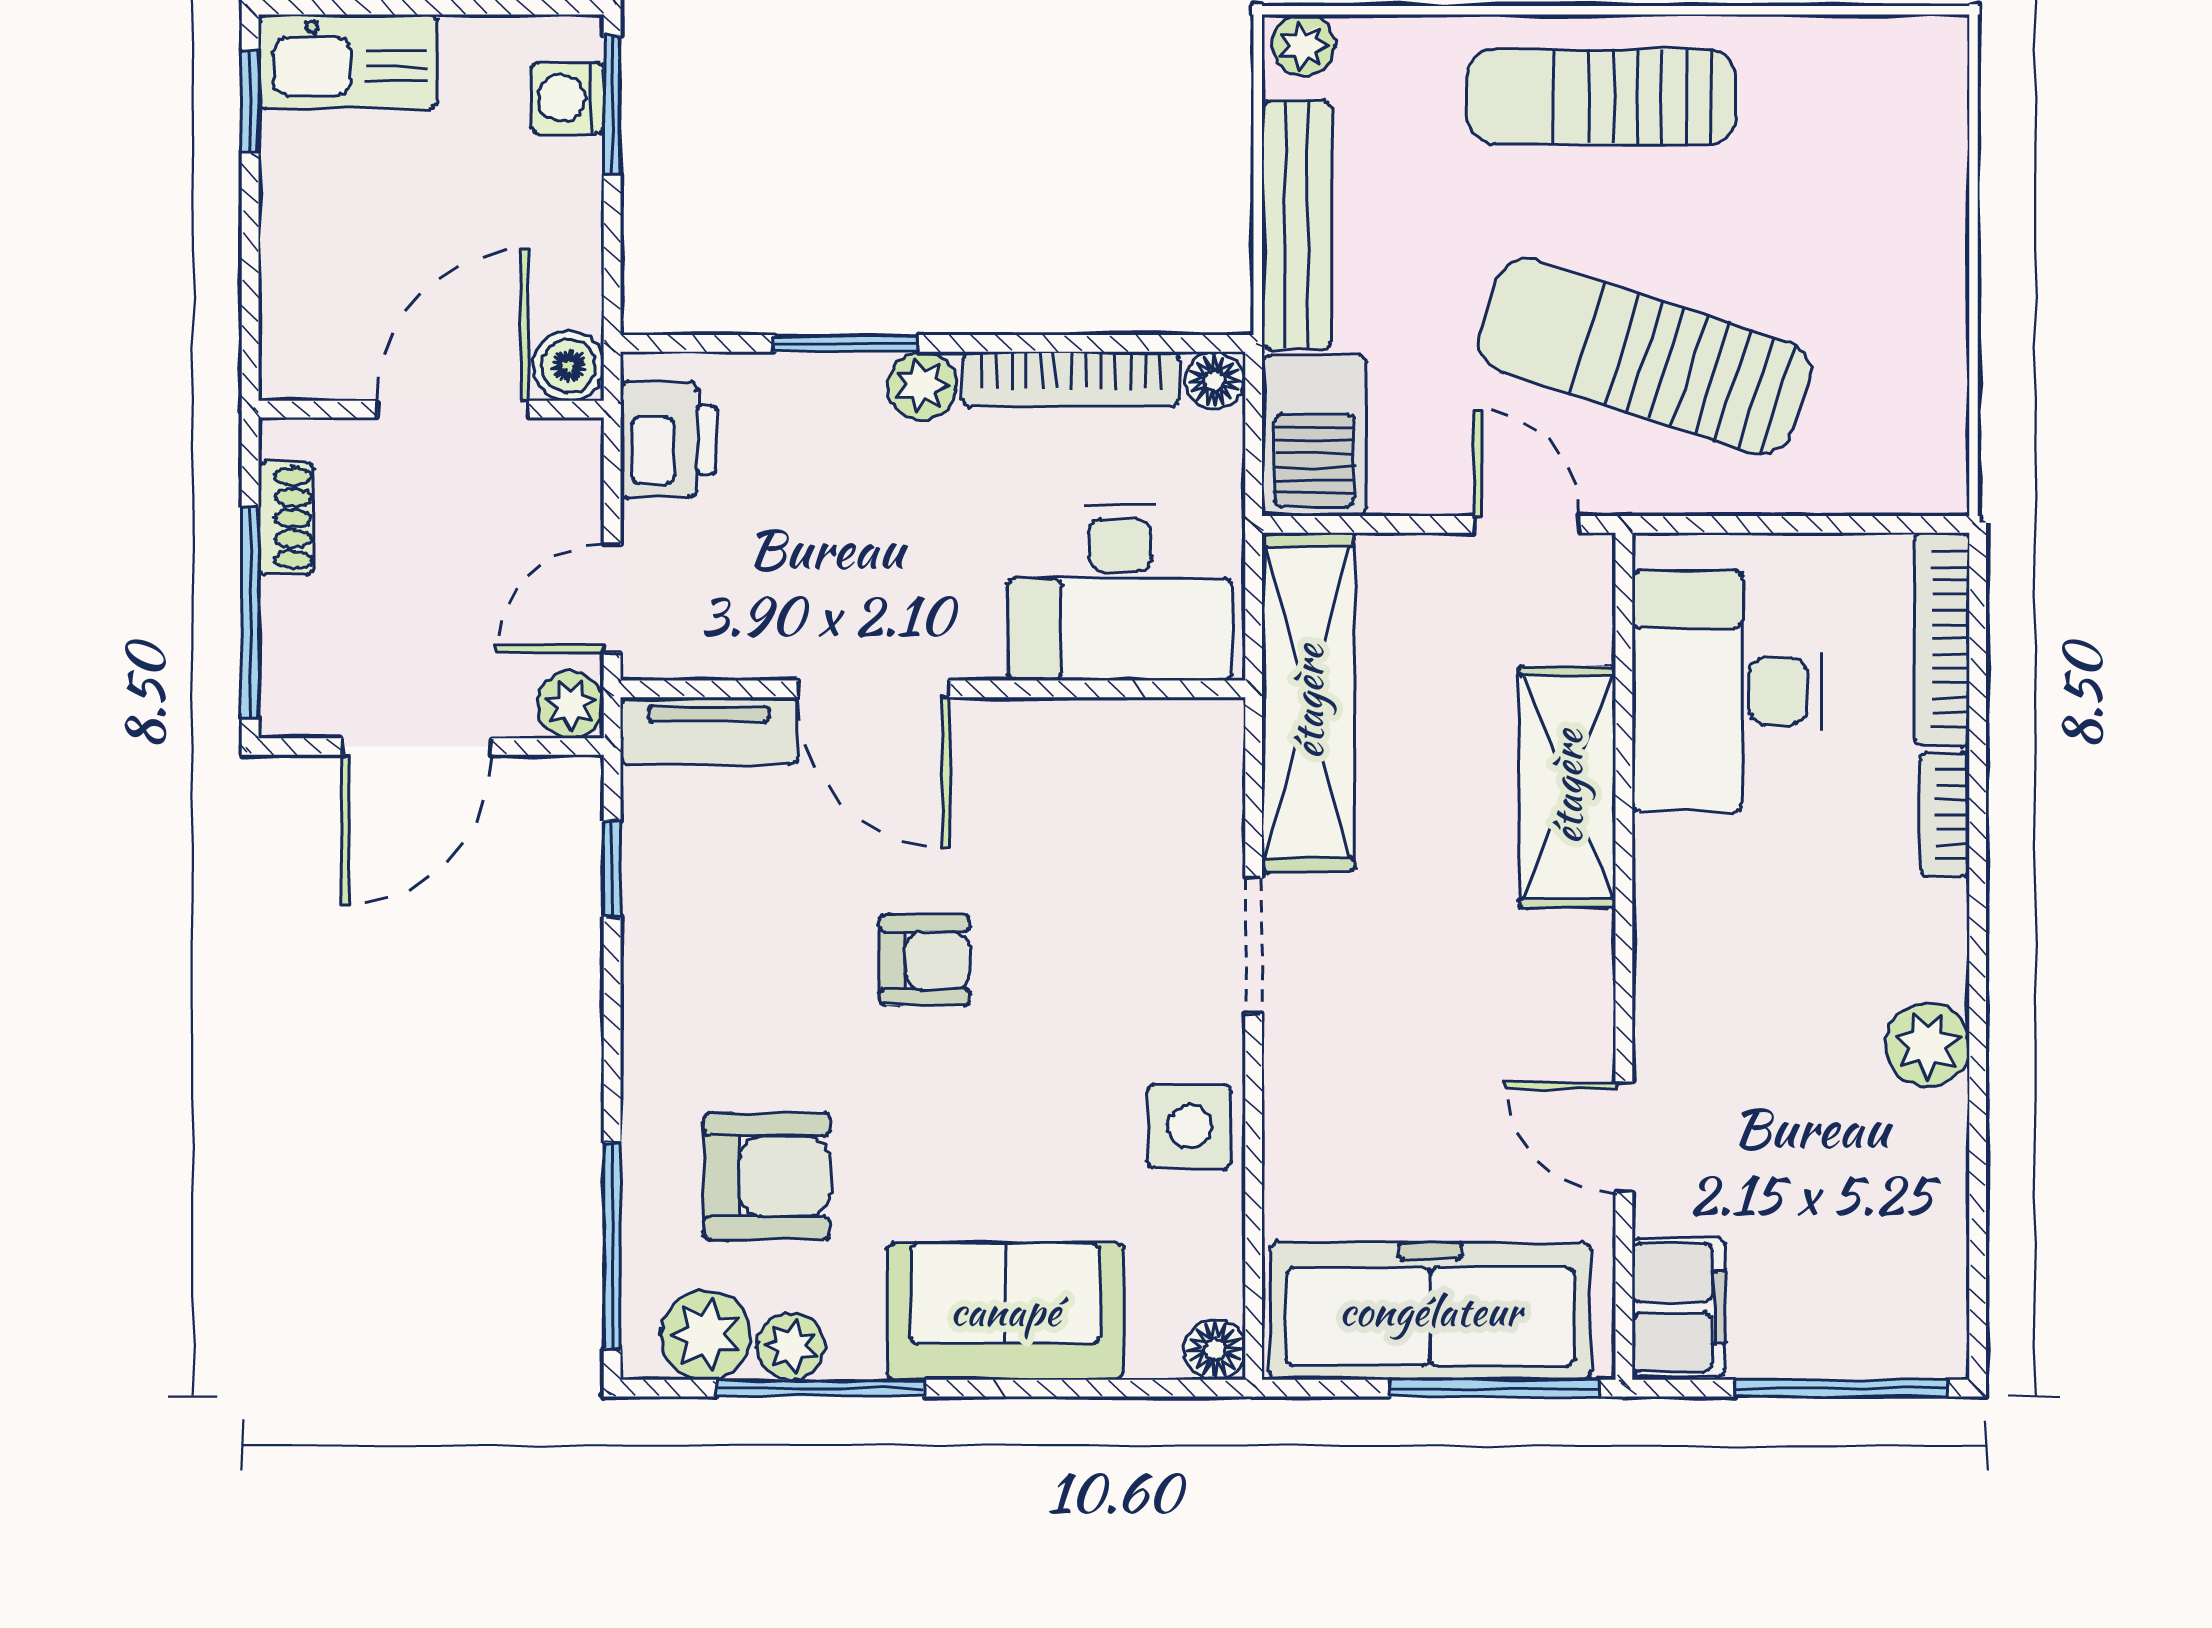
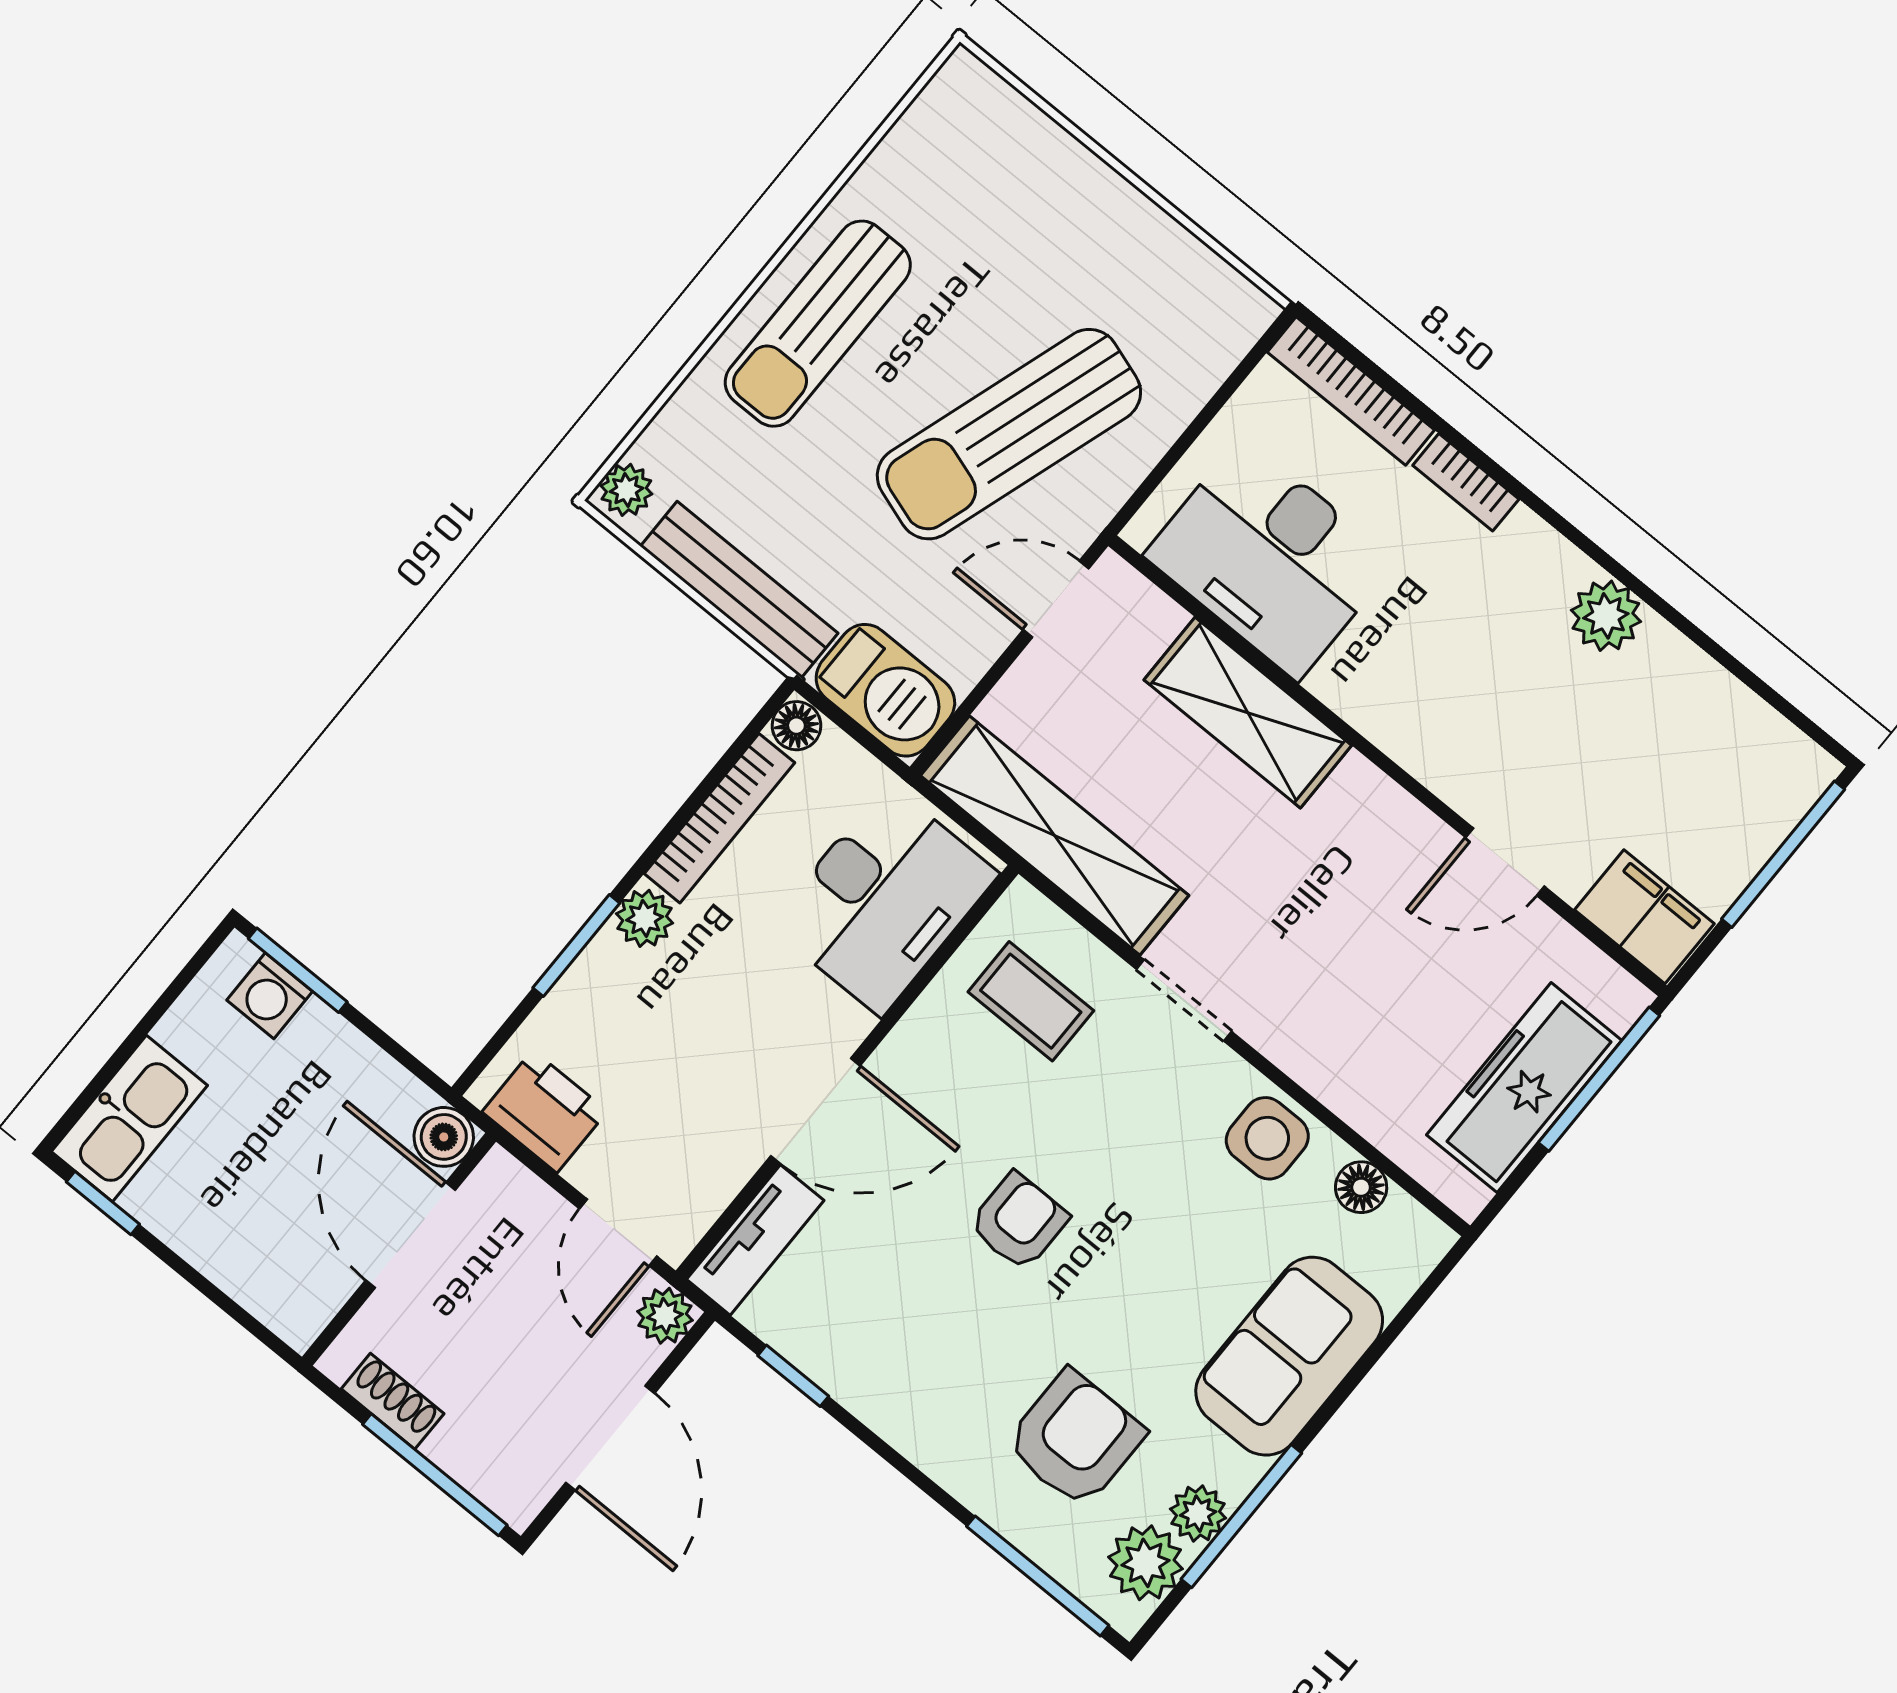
coffee table: (1137, 805) -> (1031, 1001), added
freezer: (1430, 1311) -> (1524, 1088), width x0.73, depth x0.79
floor lamp: (1215, 1349) -> (1361, 1187), moved

